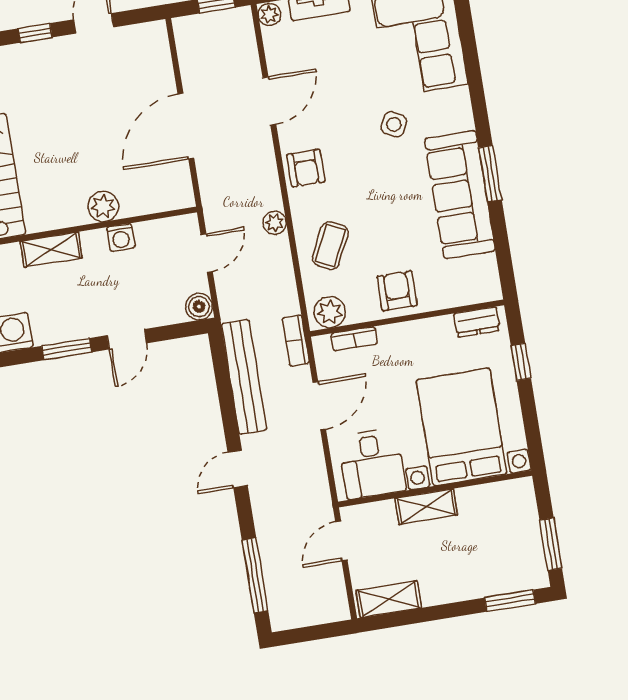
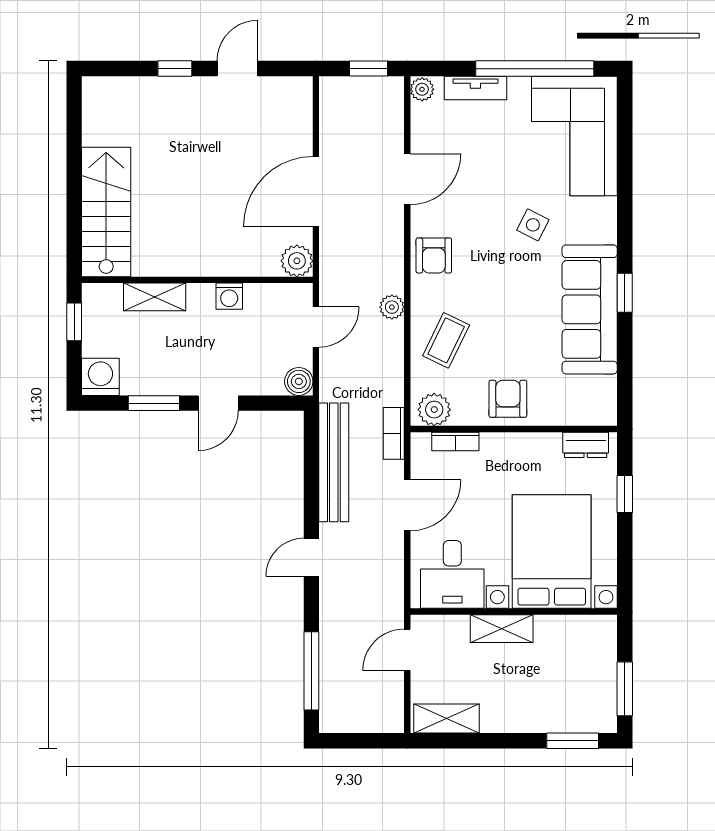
window: (490, 174) -> (625, 293), width x0.67
plant: (103, 206) -> (297, 261), moved

